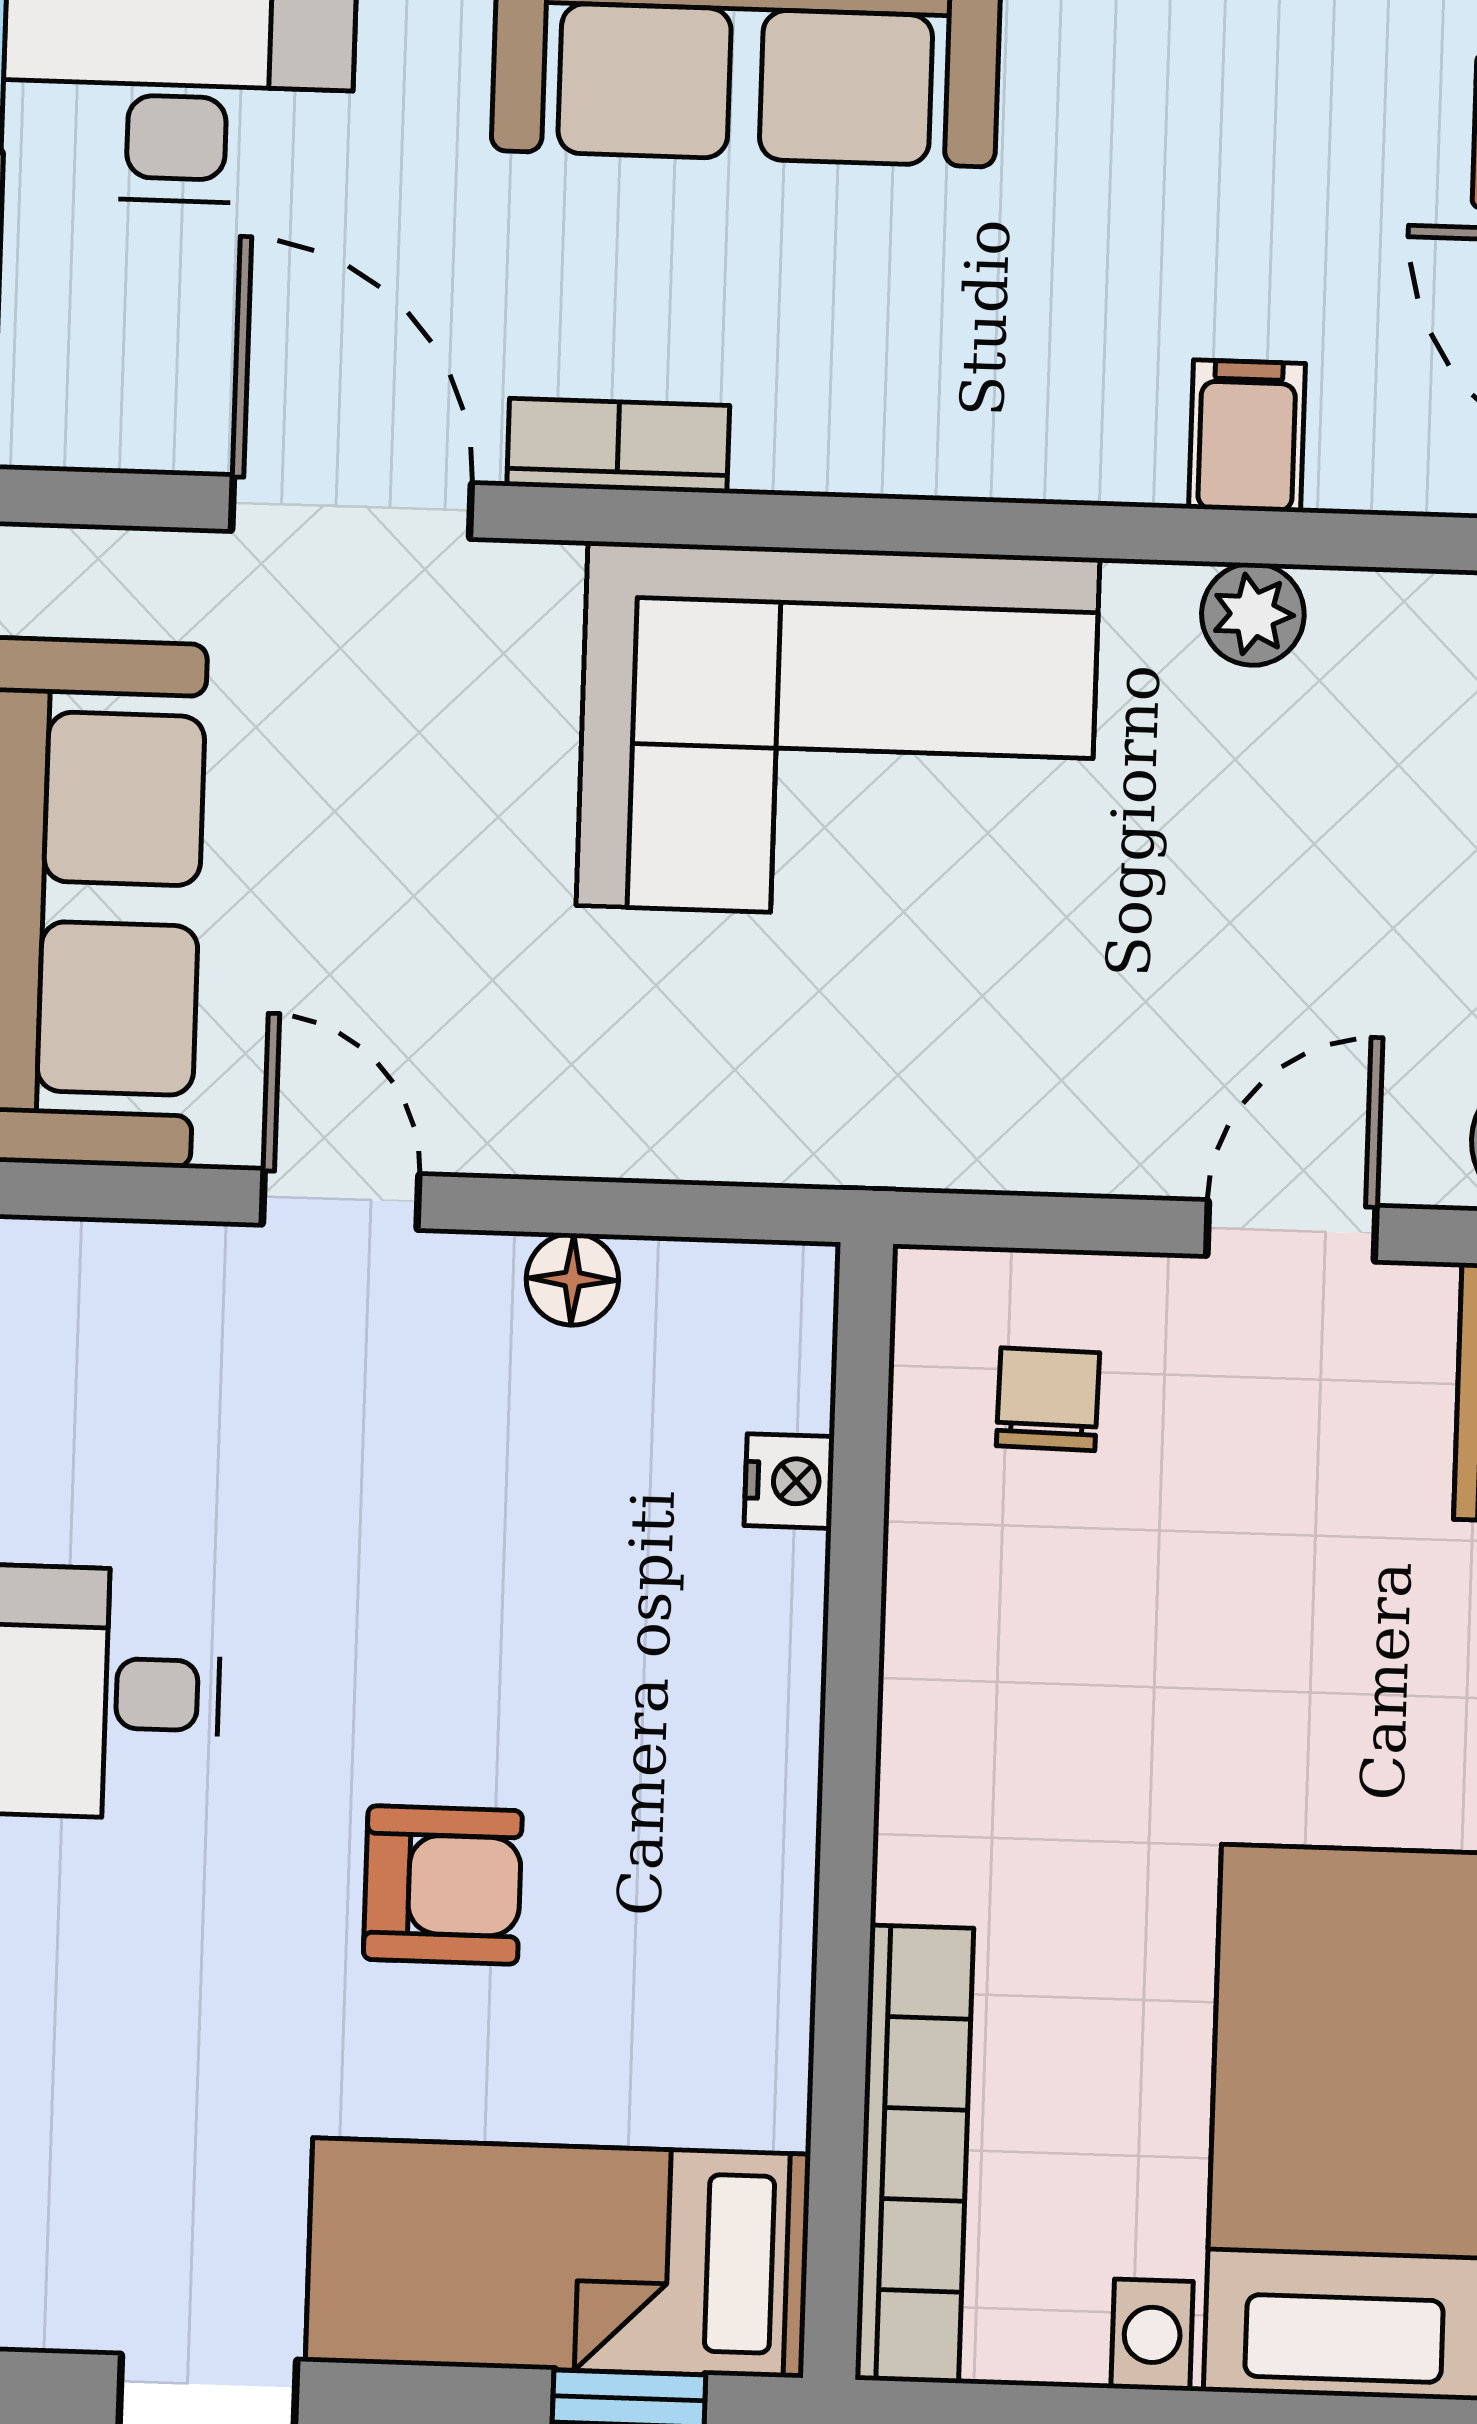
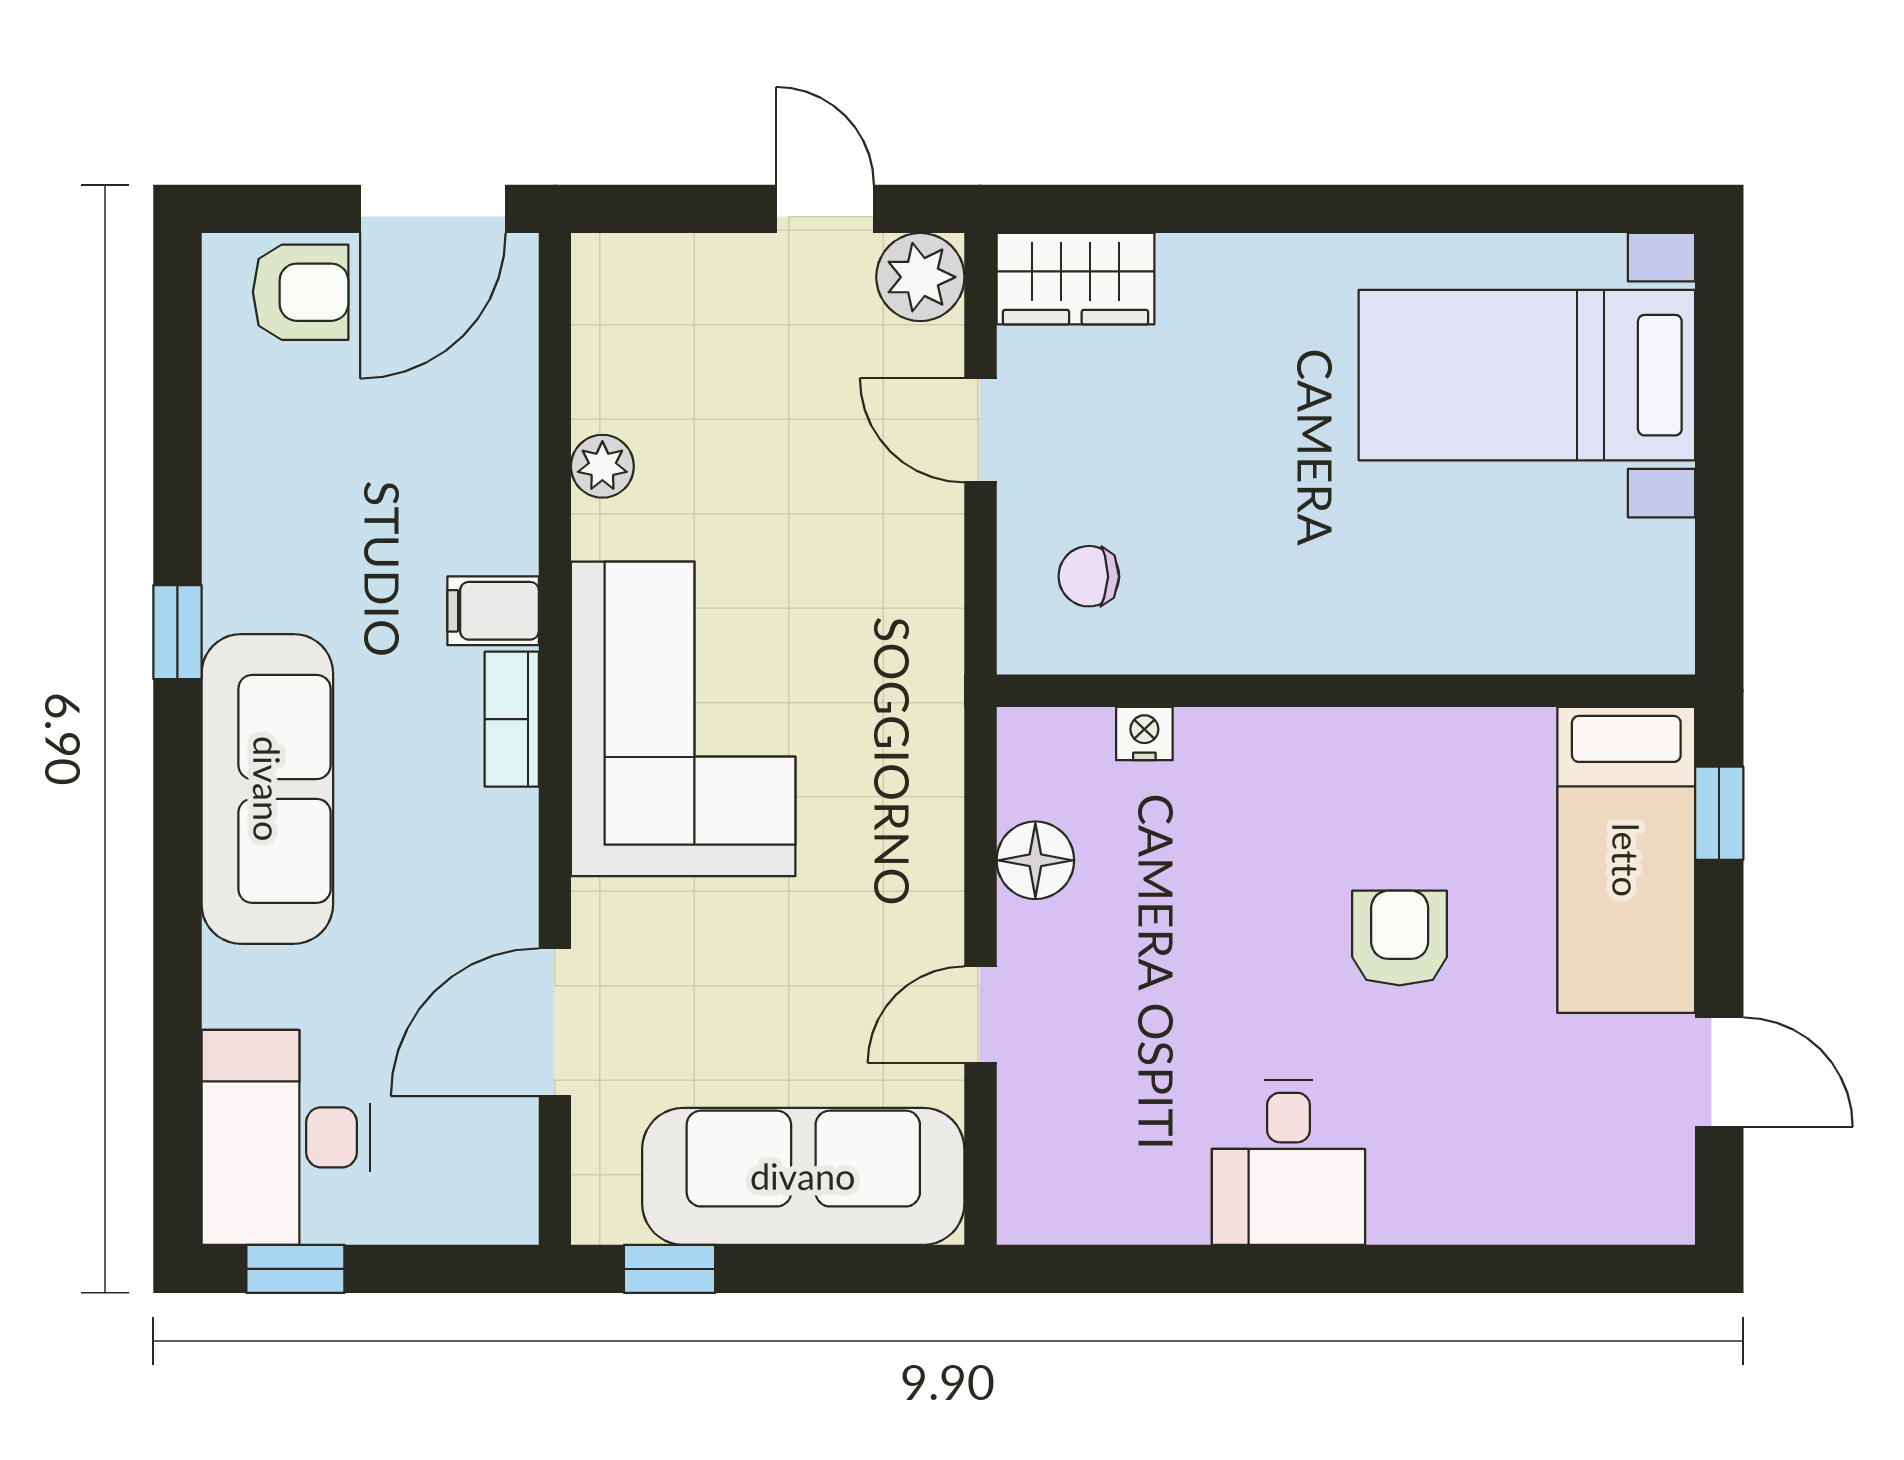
filing cabinet: (1247, 436) -> (493, 611), moved
bookcase: (618, 446) -> (512, 719), moved
floor lamp: (572, 1279) -> (1035, 860), width x1.37, depth x1.37
bookcase: (914, 2154) -> (1555, 643), removed

